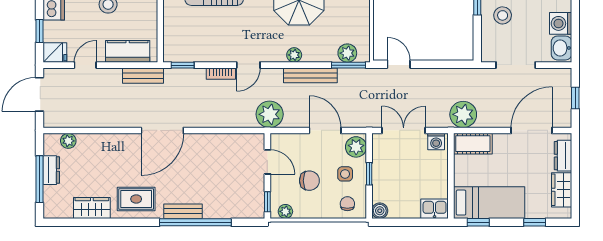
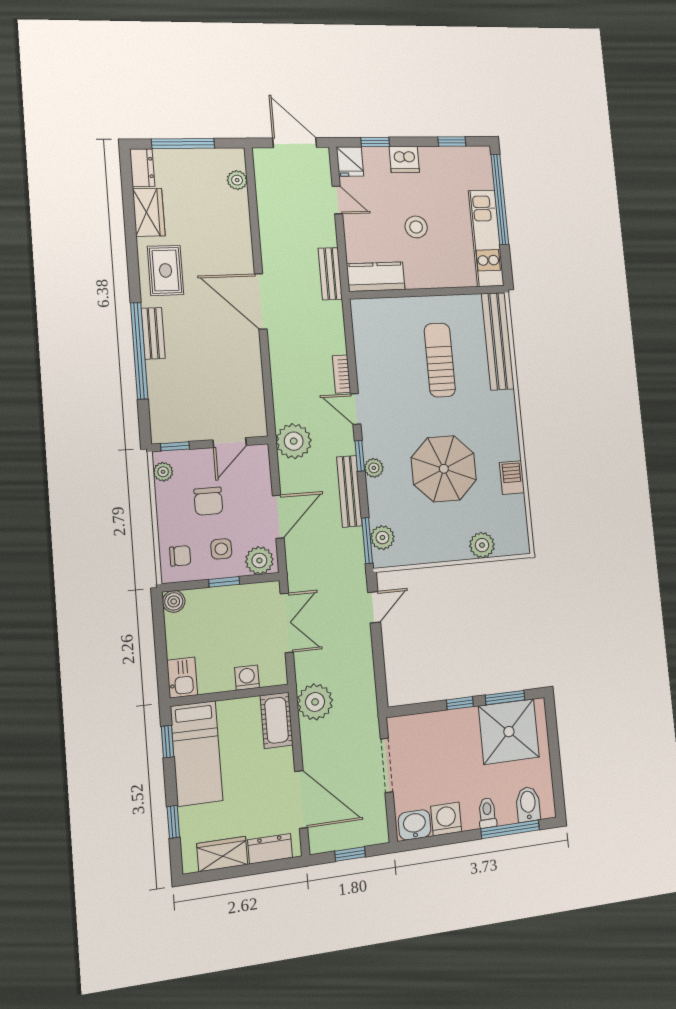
stool: (503, 15) -> (449, 739), removed
kitchen counter: (128, 51) -> (376, 277), moved, turned -90
window: (183, 65) -> (360, 456), moved
washing machine: (436, 142) -> (247, 678), moved, turned 90
dresser: (51, 170) -> (142, 168), moved, turned -90

